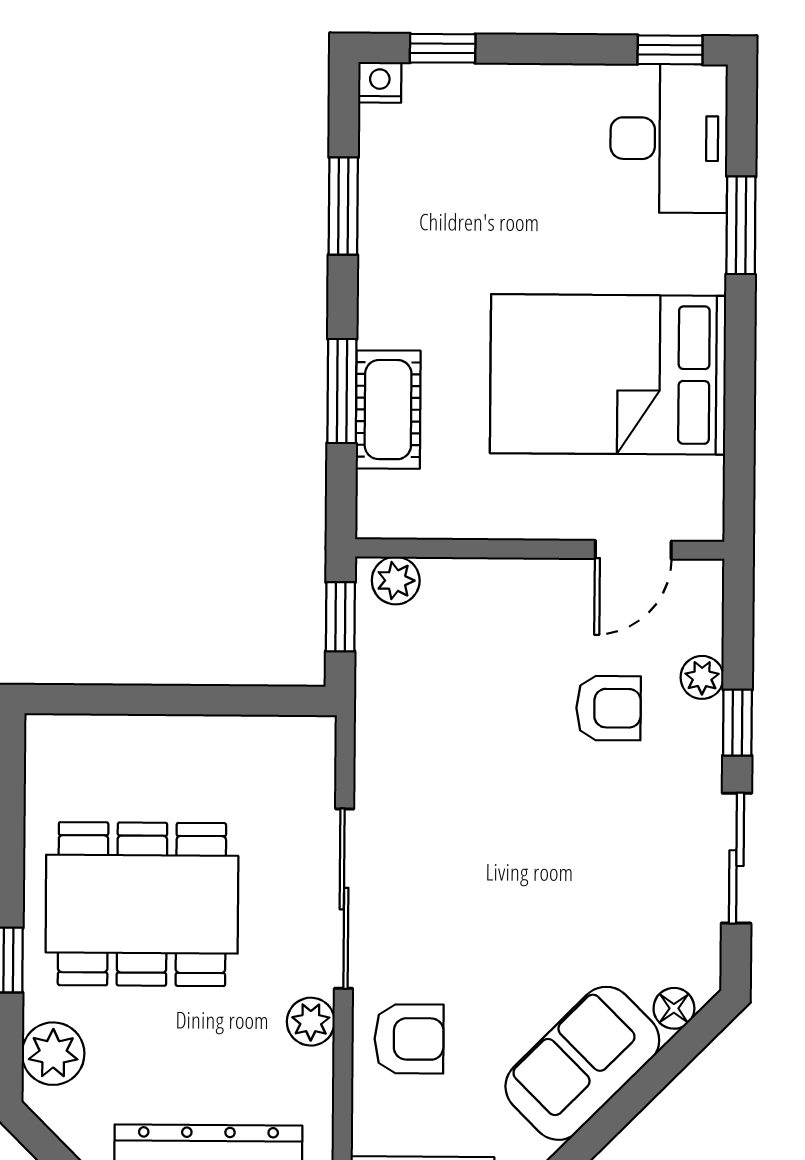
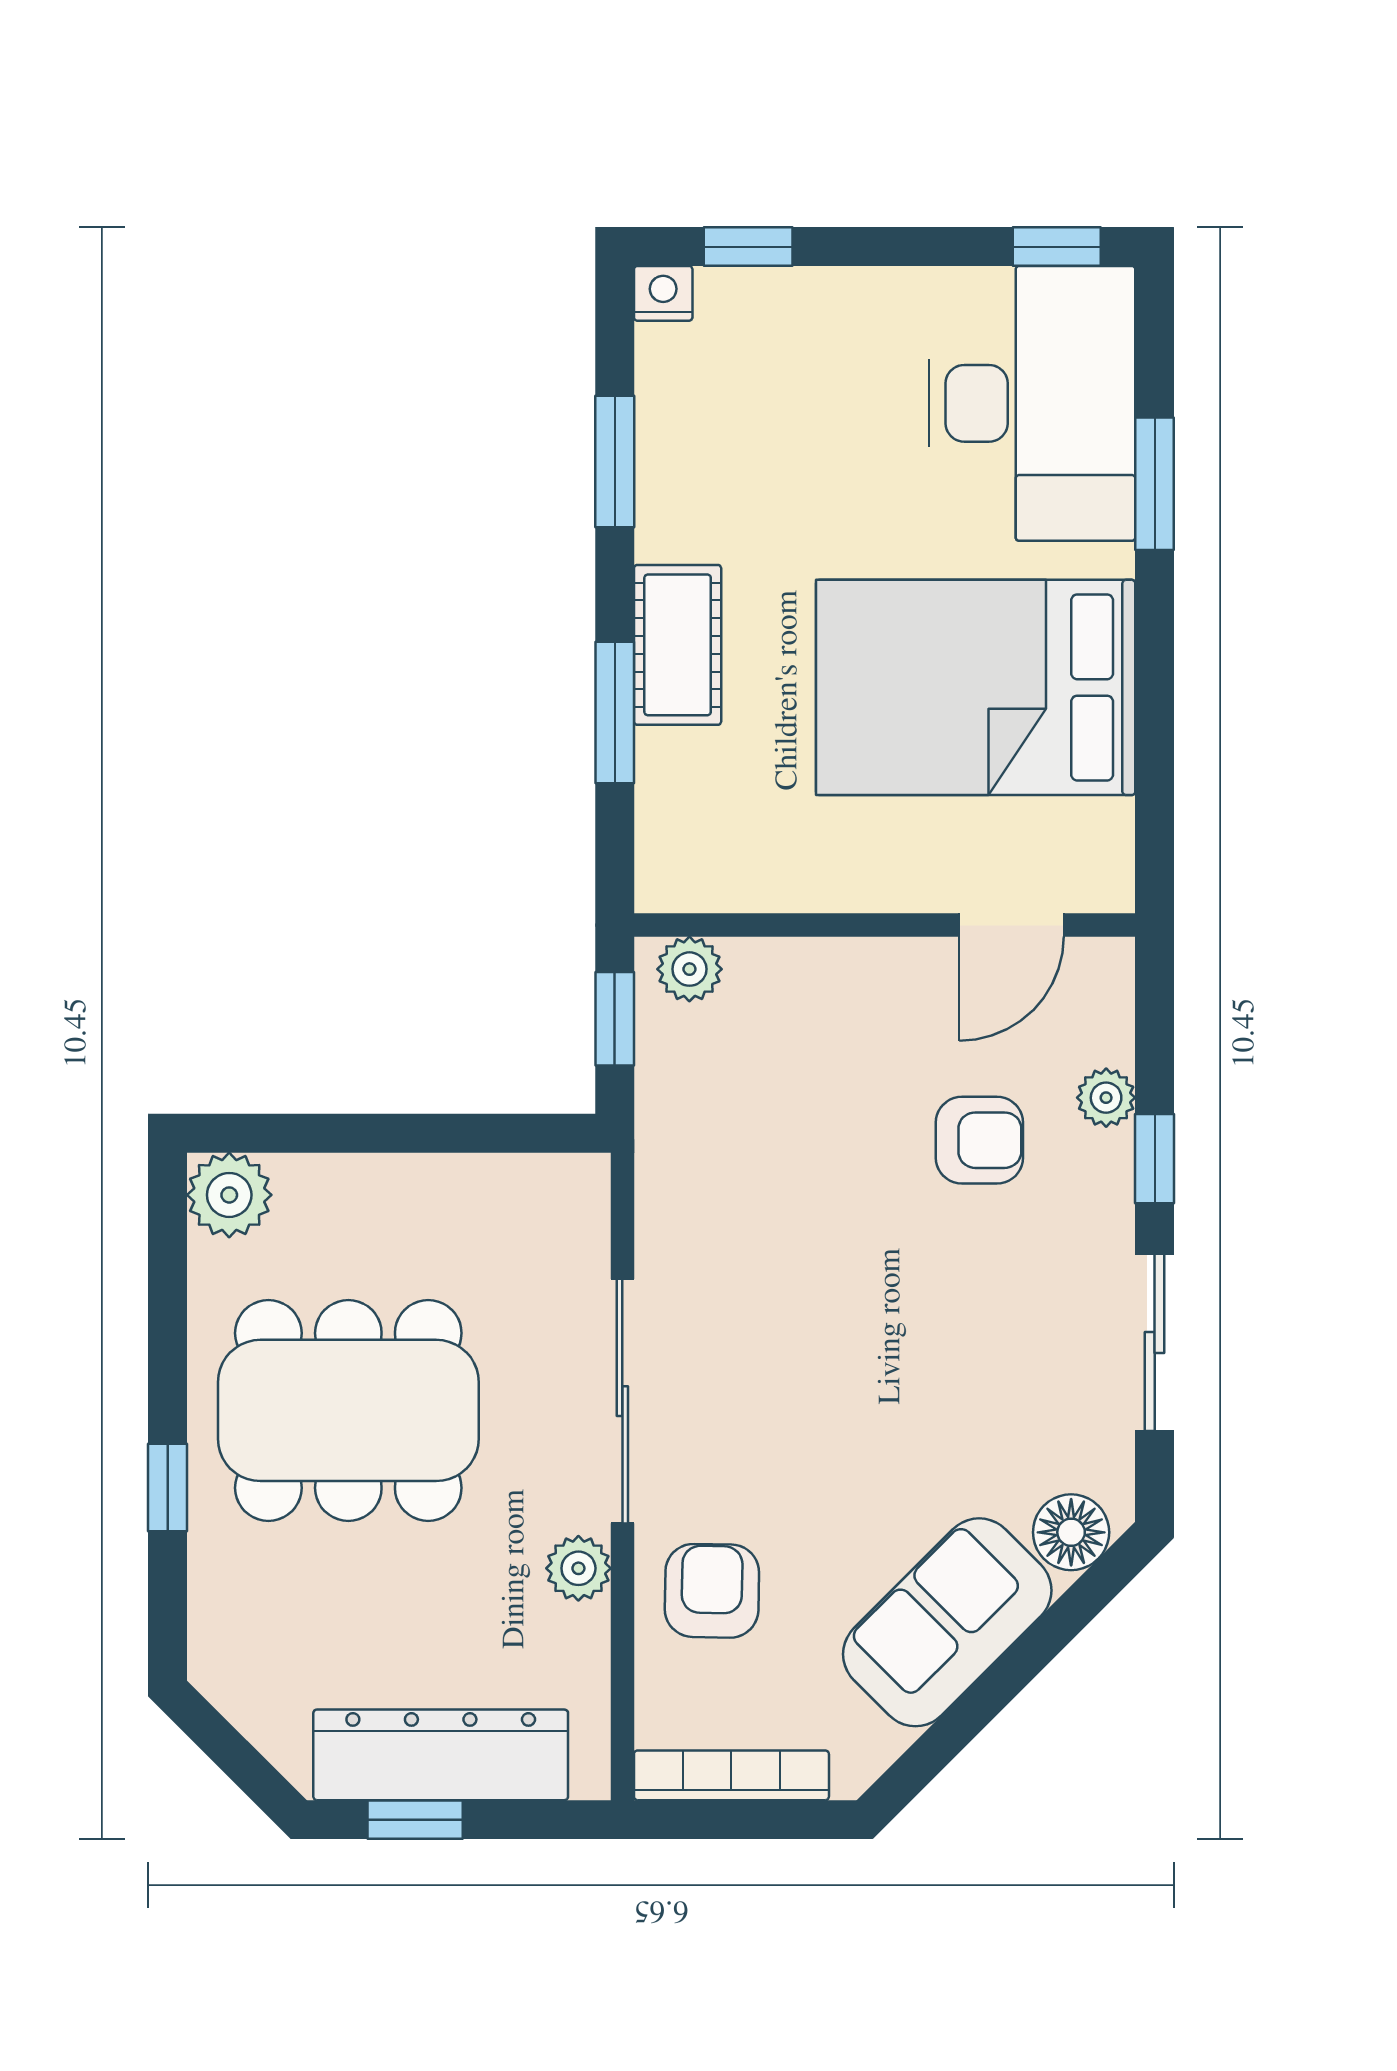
desk: (669, 138) -> (1032, 403), width x1.36, depth x1.30
cot: (388, 410) -> (678, 645), moved
floor lamp: (674, 1008) -> (1071, 1532), width x1.37, depth x1.37
armchair: (409, 1039) -> (712, 1591), turned -89
plant: (53, 1054) -> (229, 1195), moved

